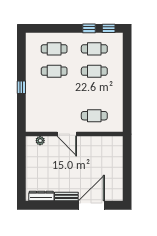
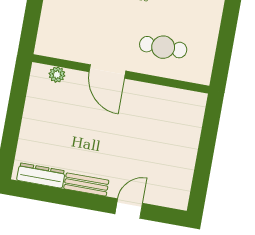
door: (91, 205) -> (129, 209), width x0.53

